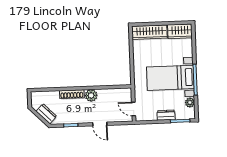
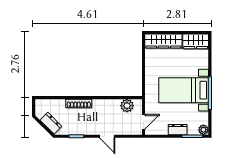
plant: (91, 95) -> (127, 106), moved
plant: (190, 103) -> (203, 130), moved
door: (134, 109) -> (144, 122), swing flipped

